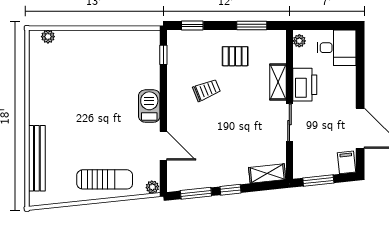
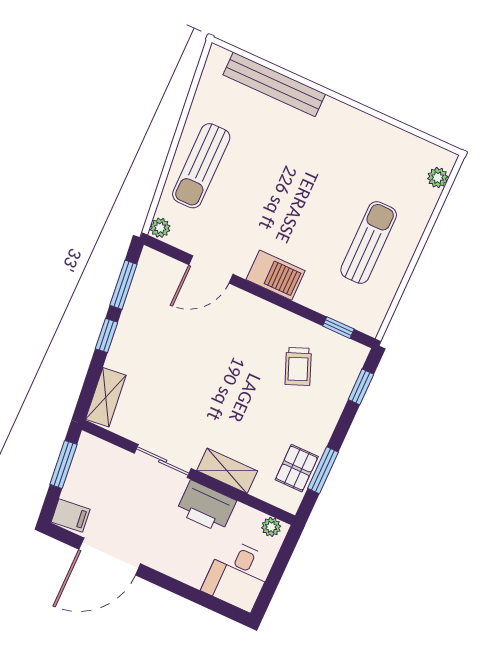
pallet: (235, 56) -> (297, 468), moved
sun lounger: (105, 60) -> (369, 243), added
trolley: (207, 90) -> (298, 366), moved

